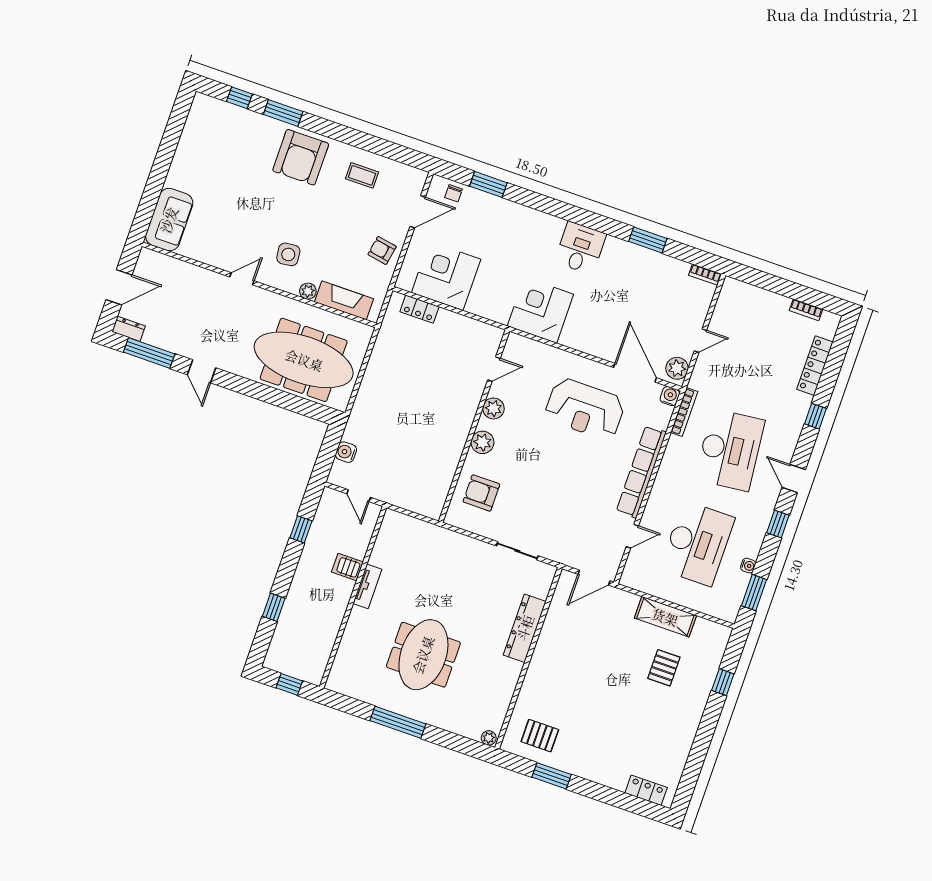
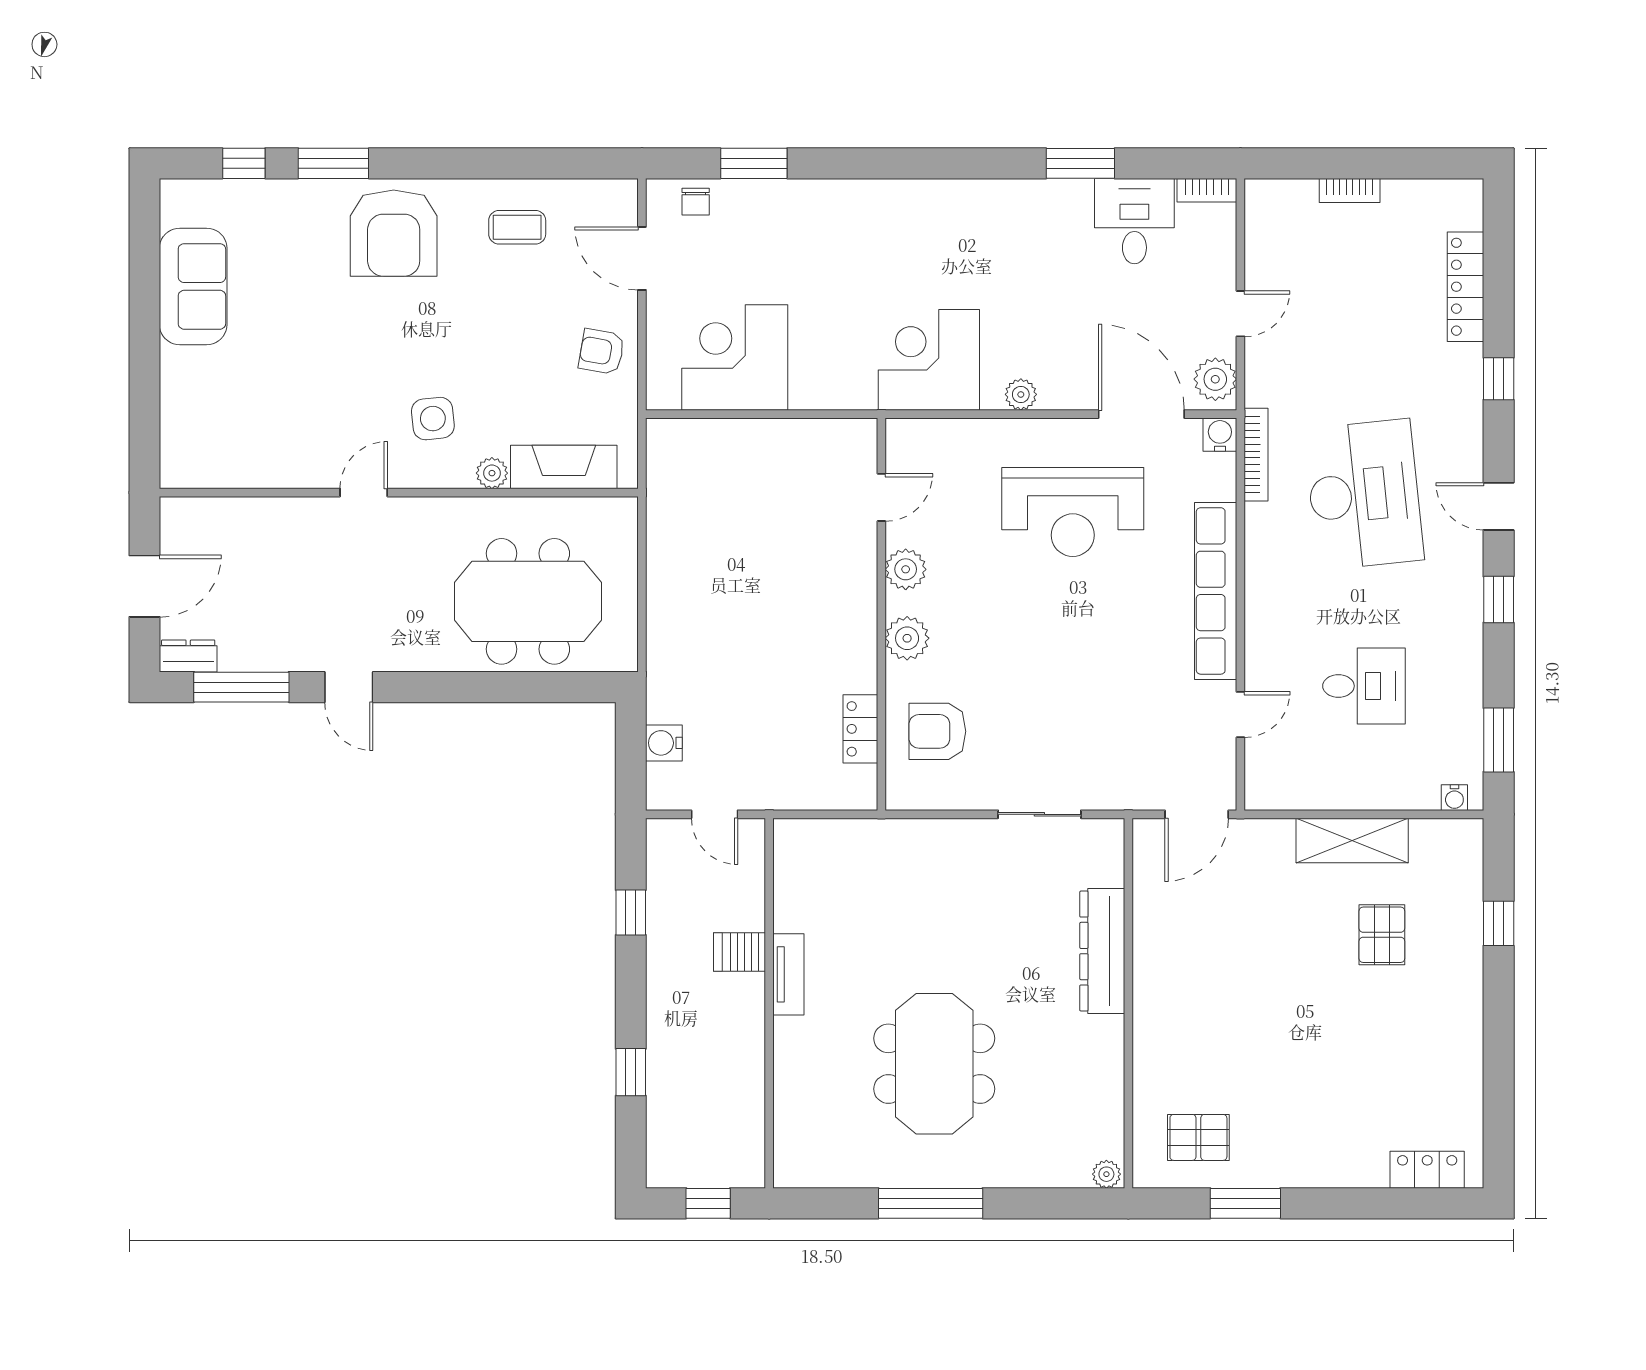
door: (418, 212) -> (642, 258), swing flipped
sofa: (169, 220) -> (193, 286), moved
desk: (580, 248) -> (1134, 221), moved
locker: (419, 309) -> (860, 729), moved, turned 90
bookcase: (806, 310) -> (1350, 190), moved
plant: (579, 343) -> (1021, 394), added
meeting table: (304, 360) -> (528, 601), width x0.73
desk: (697, 543) -> (1364, 686), width x0.53, depth x0.77
water cooler: (748, 566) -> (1454, 798), moved, turned 90

